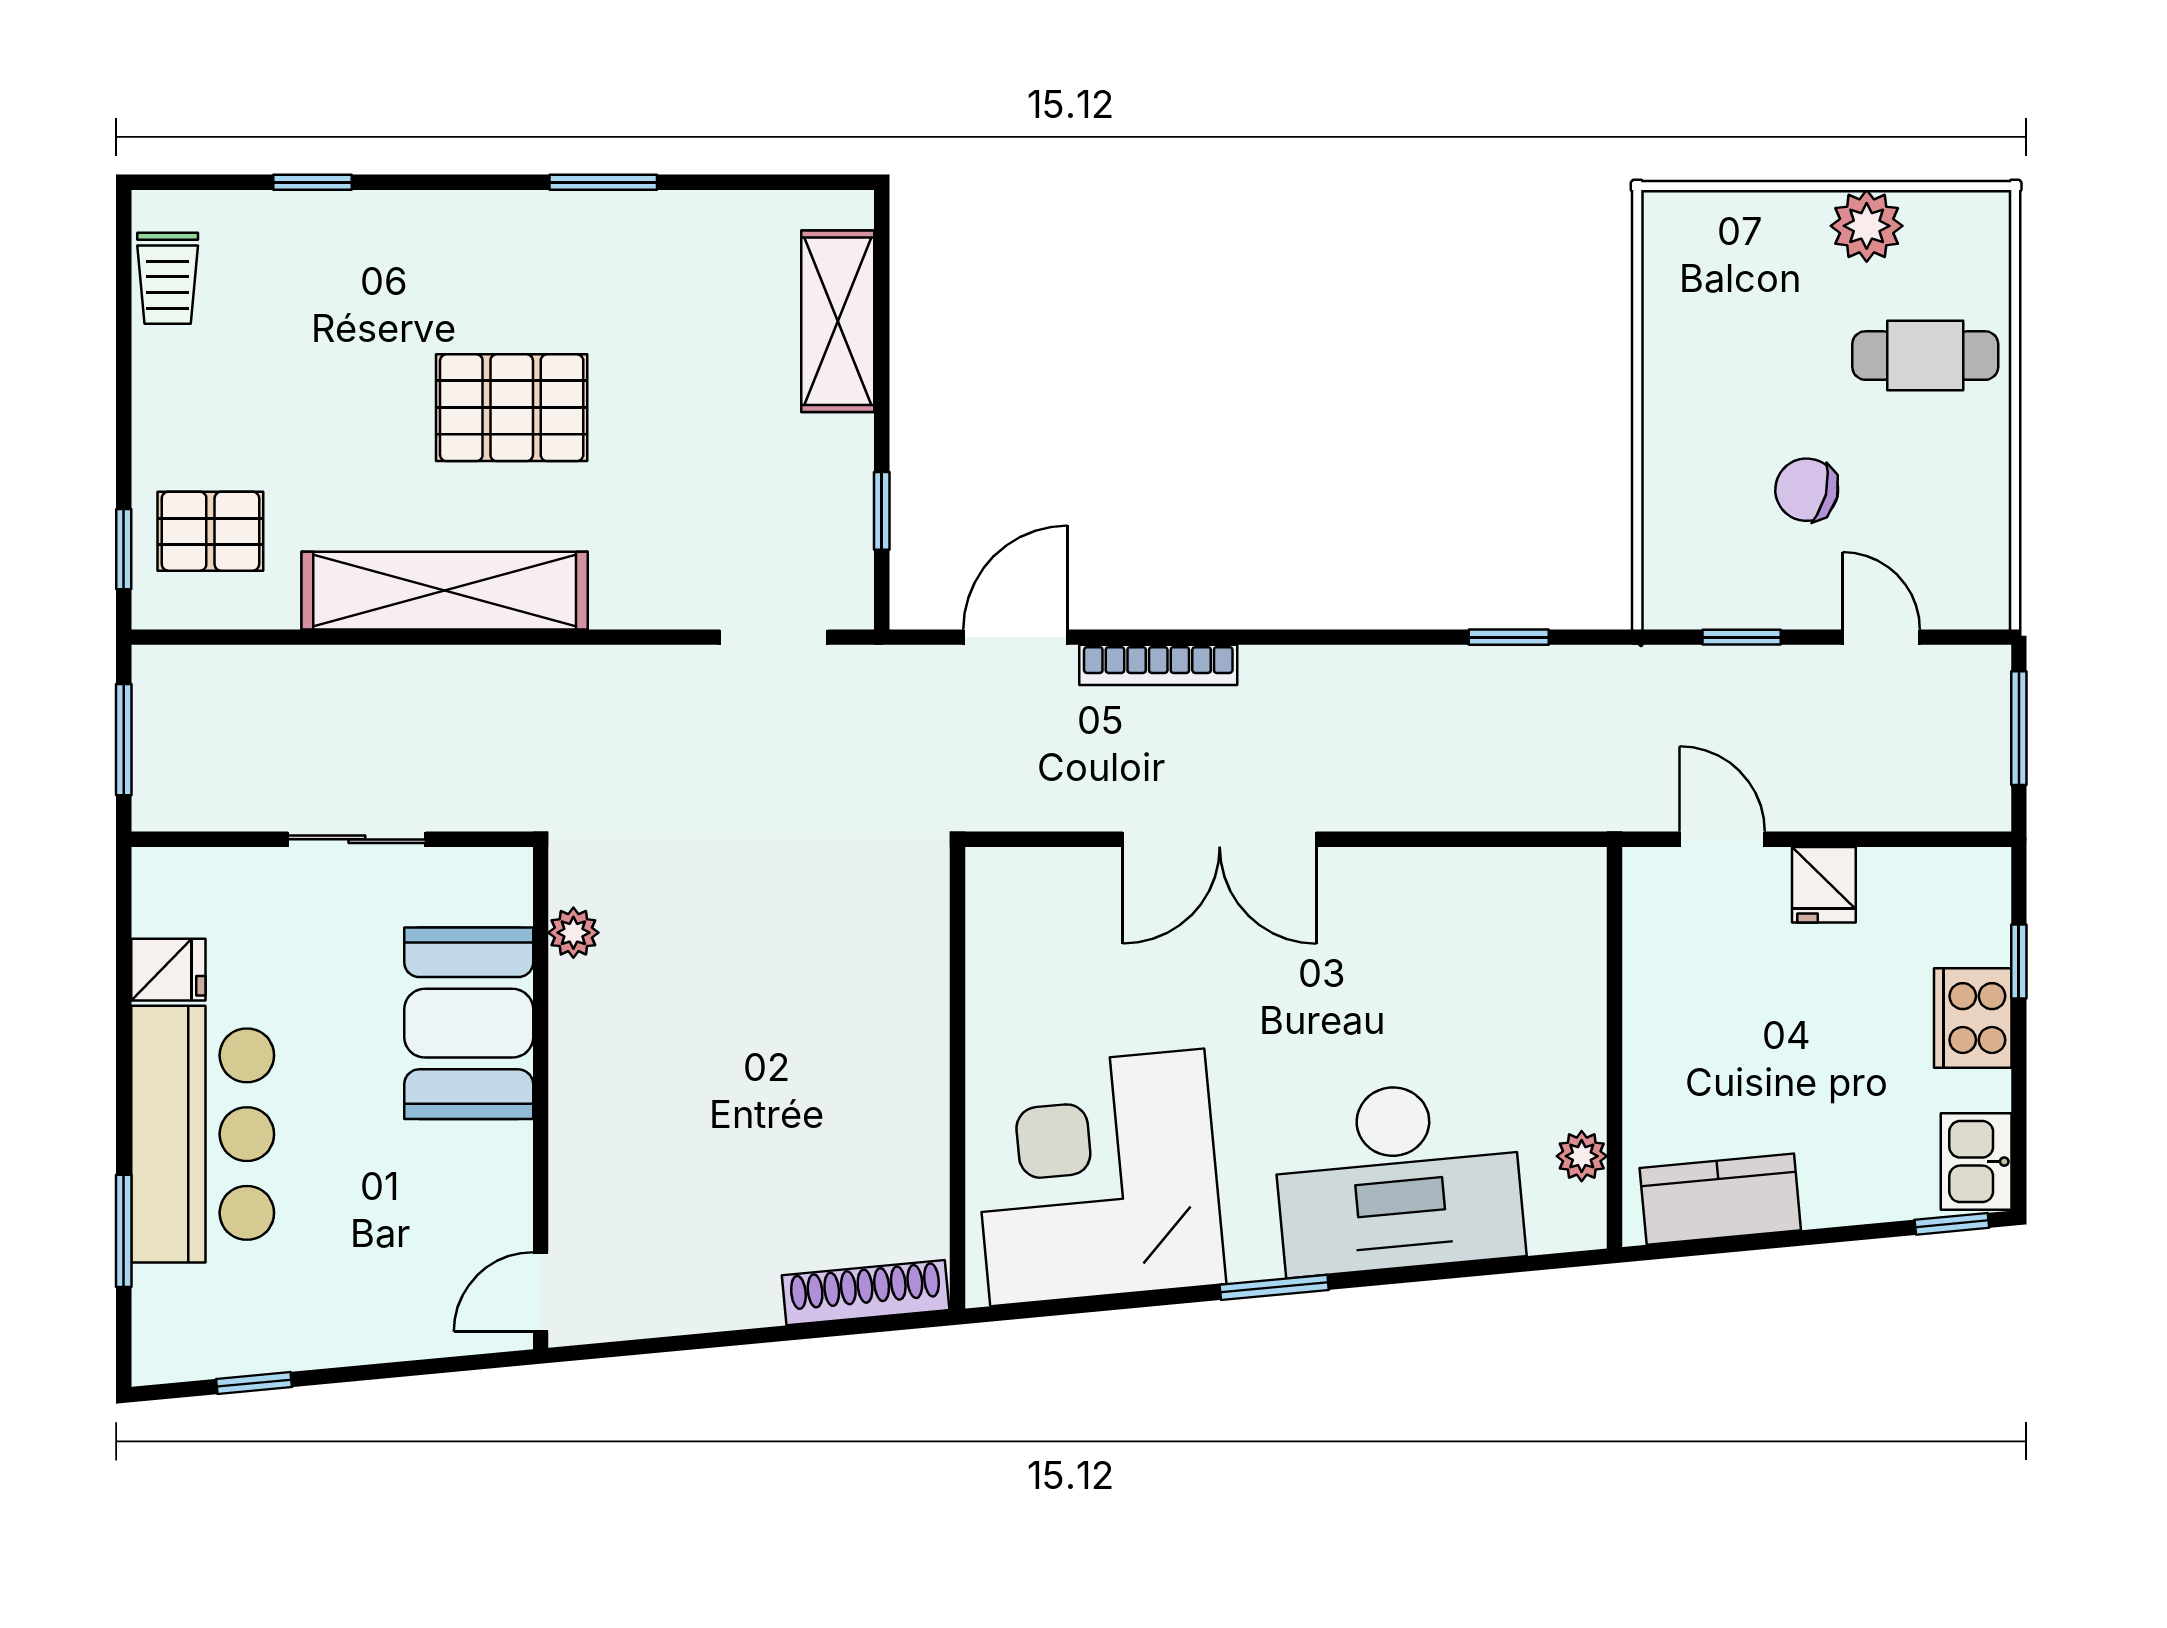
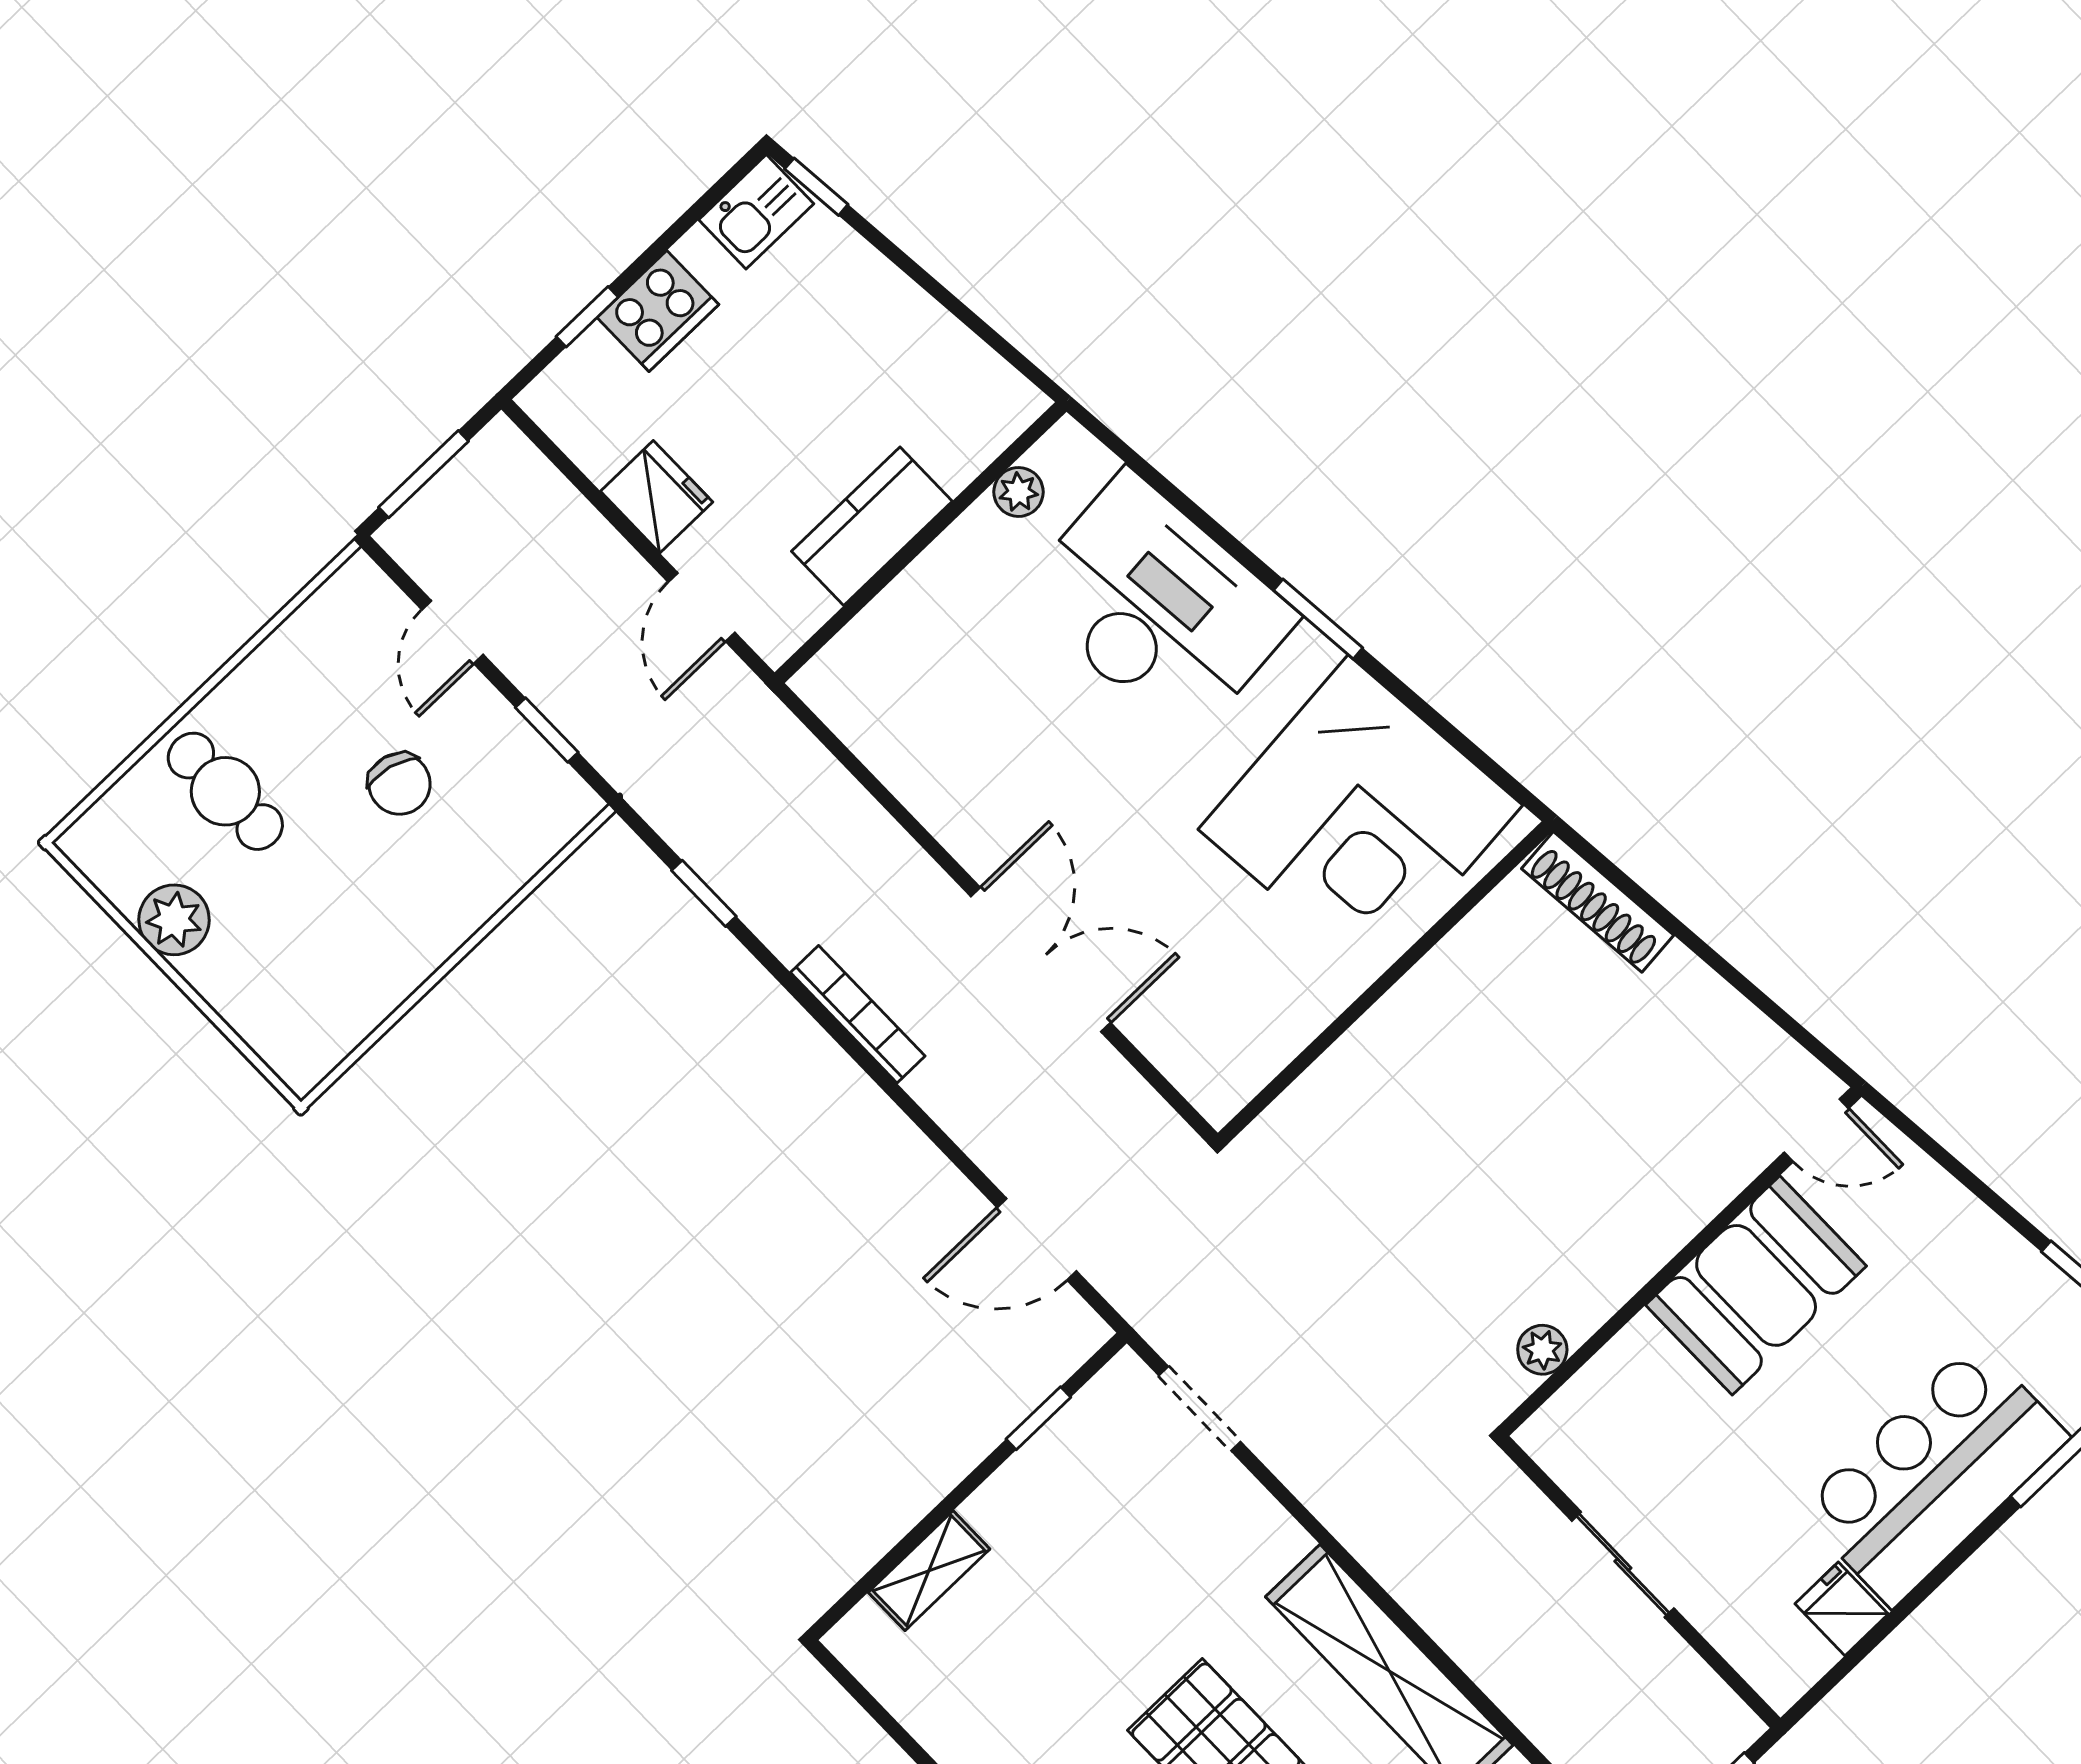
shelving: (838, 321) -> (929, 1571), width x0.67, depth x0.75
bookcase: (1158, 665) -> (858, 1014), moved
fridge: (1824, 885) -> (657, 497), width x1.38
booth: (469, 1023) -> (1756, 1285), moved
kitchen counter: (1720, 1199) -> (872, 526), moved, turned 95

